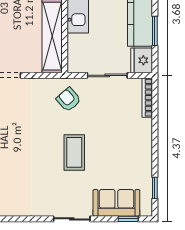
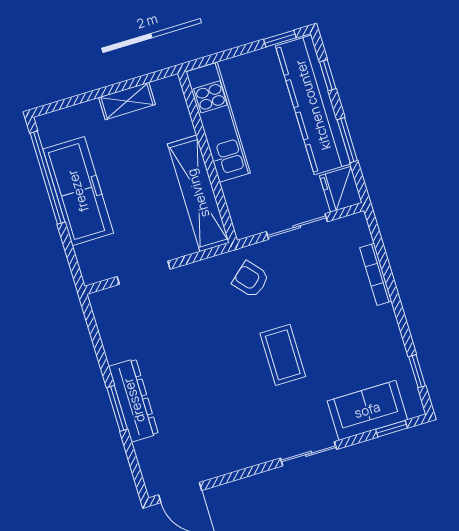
bookcase: (147, 98) -> (376, 274), moved

